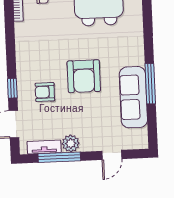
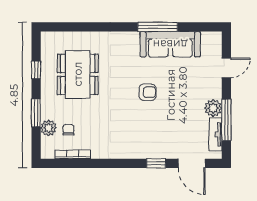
armchair: (84, 76) -> (147, 92), width x0.53, depth x0.53
armchair: (45, 92) -> (161, 131), removed
door: (112, 155) -> (226, 68), hinge flipped

